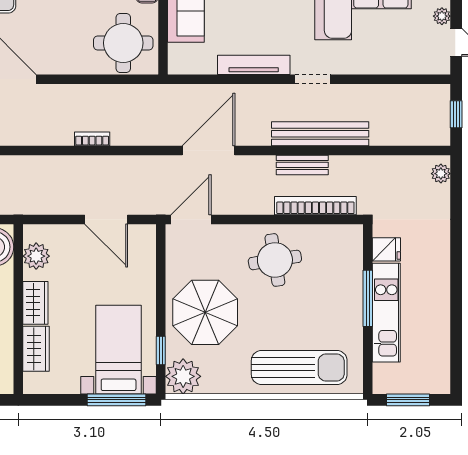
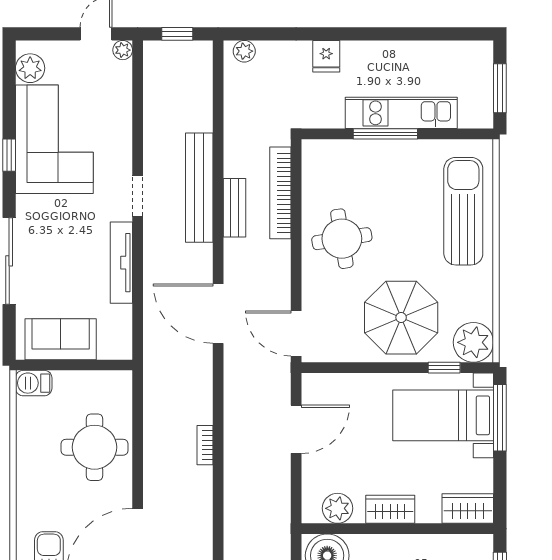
plant: (442, 16) -> (123, 50), moved
round table: (123, 43) -> (95, 447), moved
fridge: (386, 249) -> (326, 56), moved, turned 180
wardrobe: (36, 349) -> (468, 509), moved

